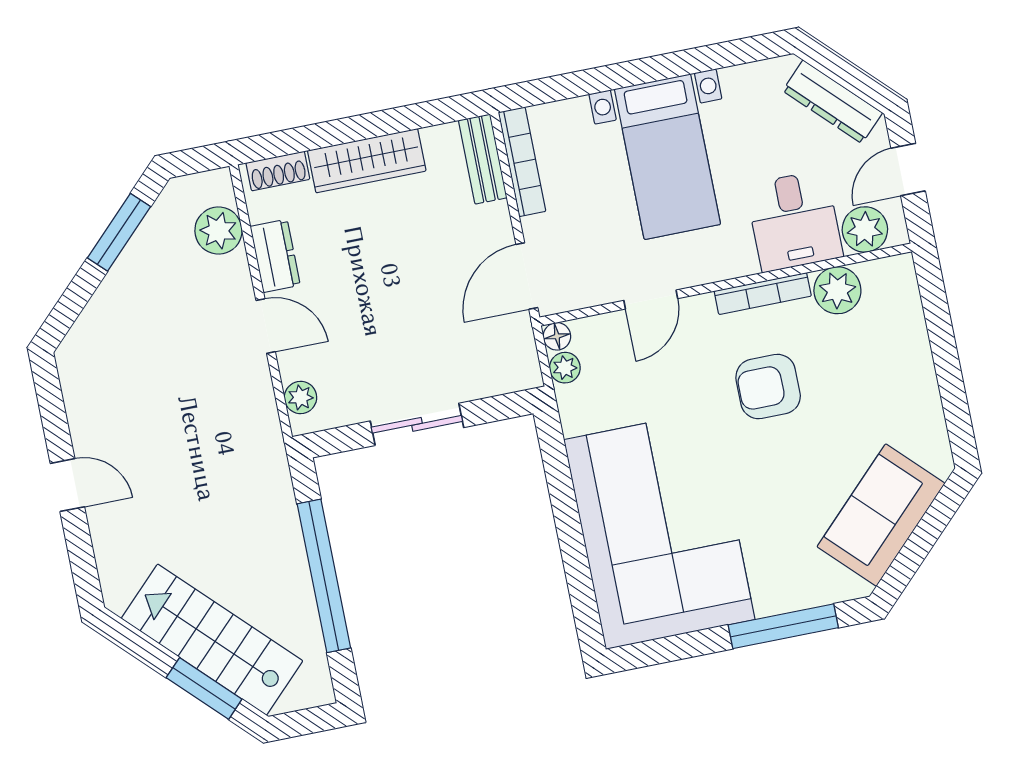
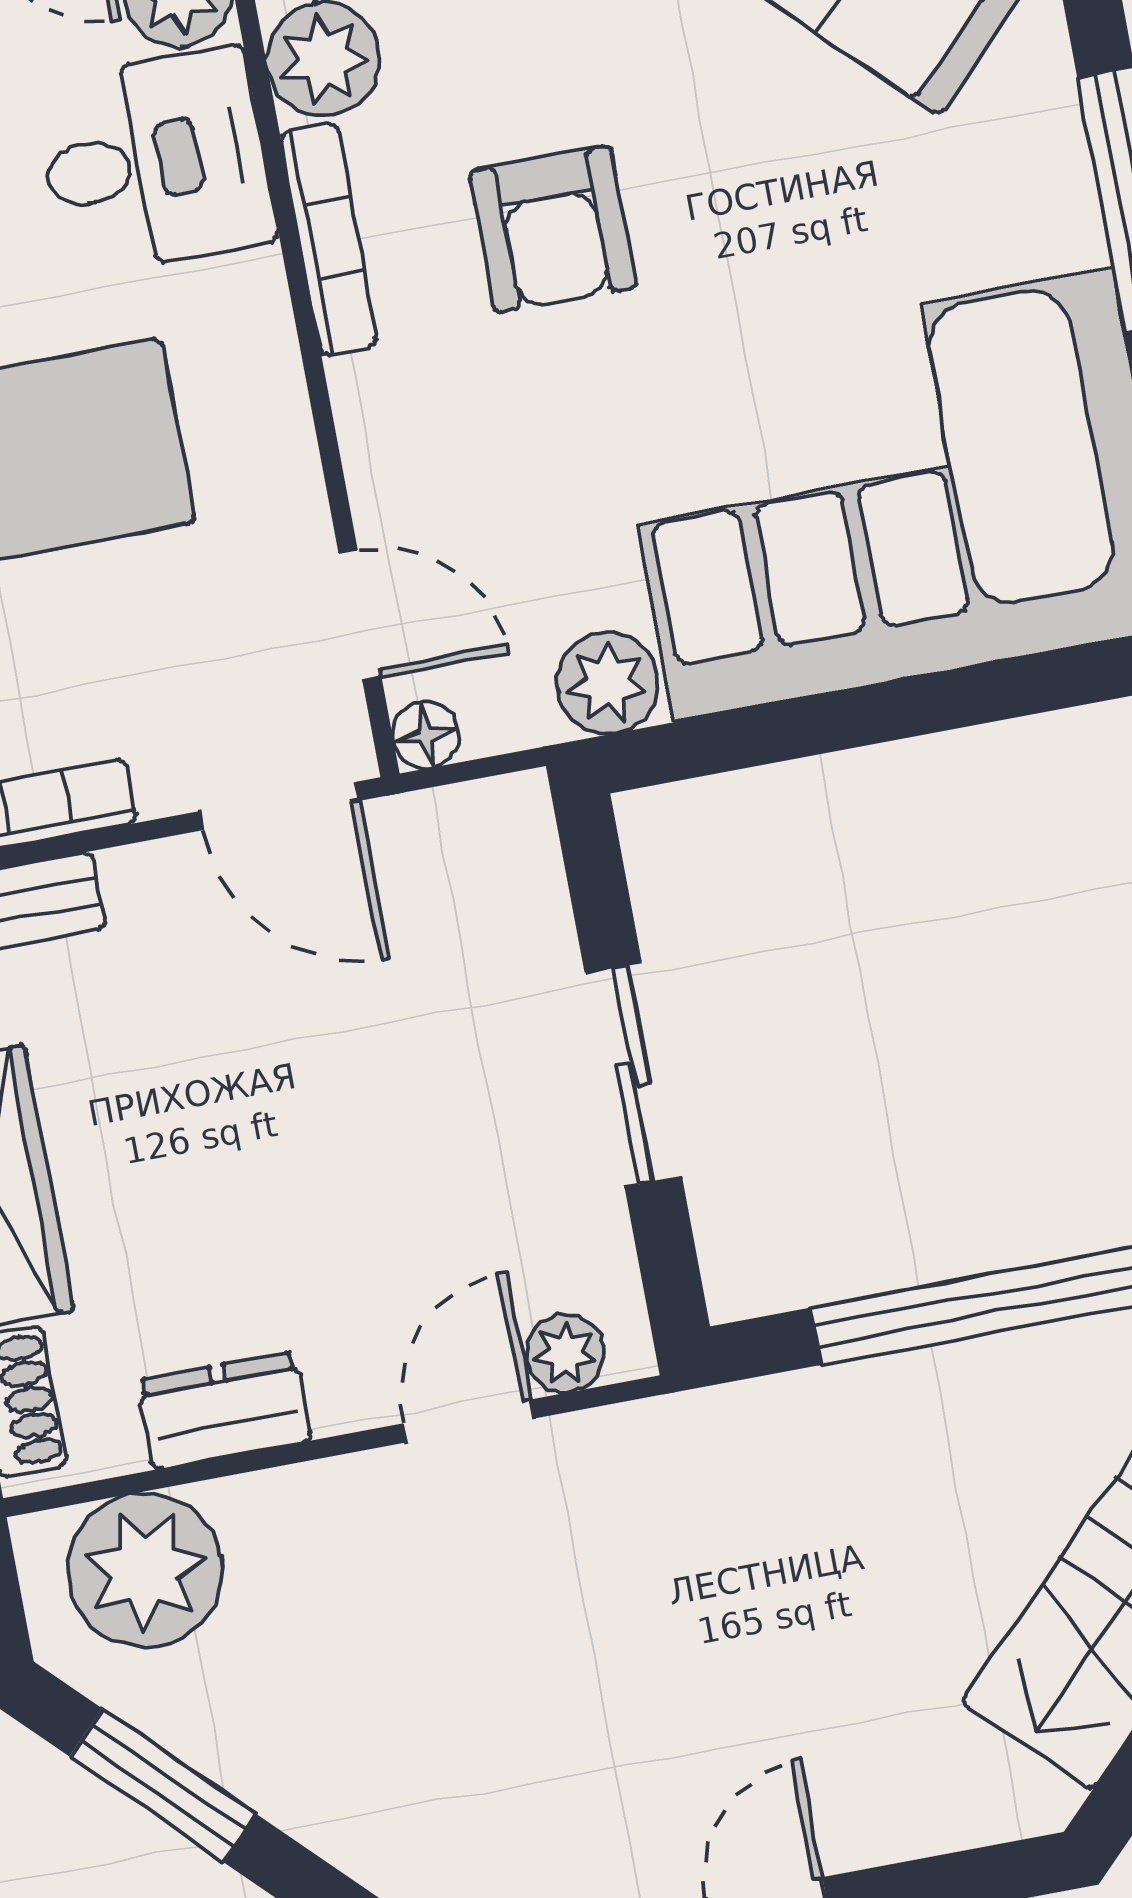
plant: (218, 231) -> (145, 1570), width x1.36, depth x1.36
door: (651, 299) -> (360, 615), moved
door: (266, 326) -> (469, 1421), moved
plant: (565, 368) -> (607, 683), moved, width x1.38, depth x1.38

